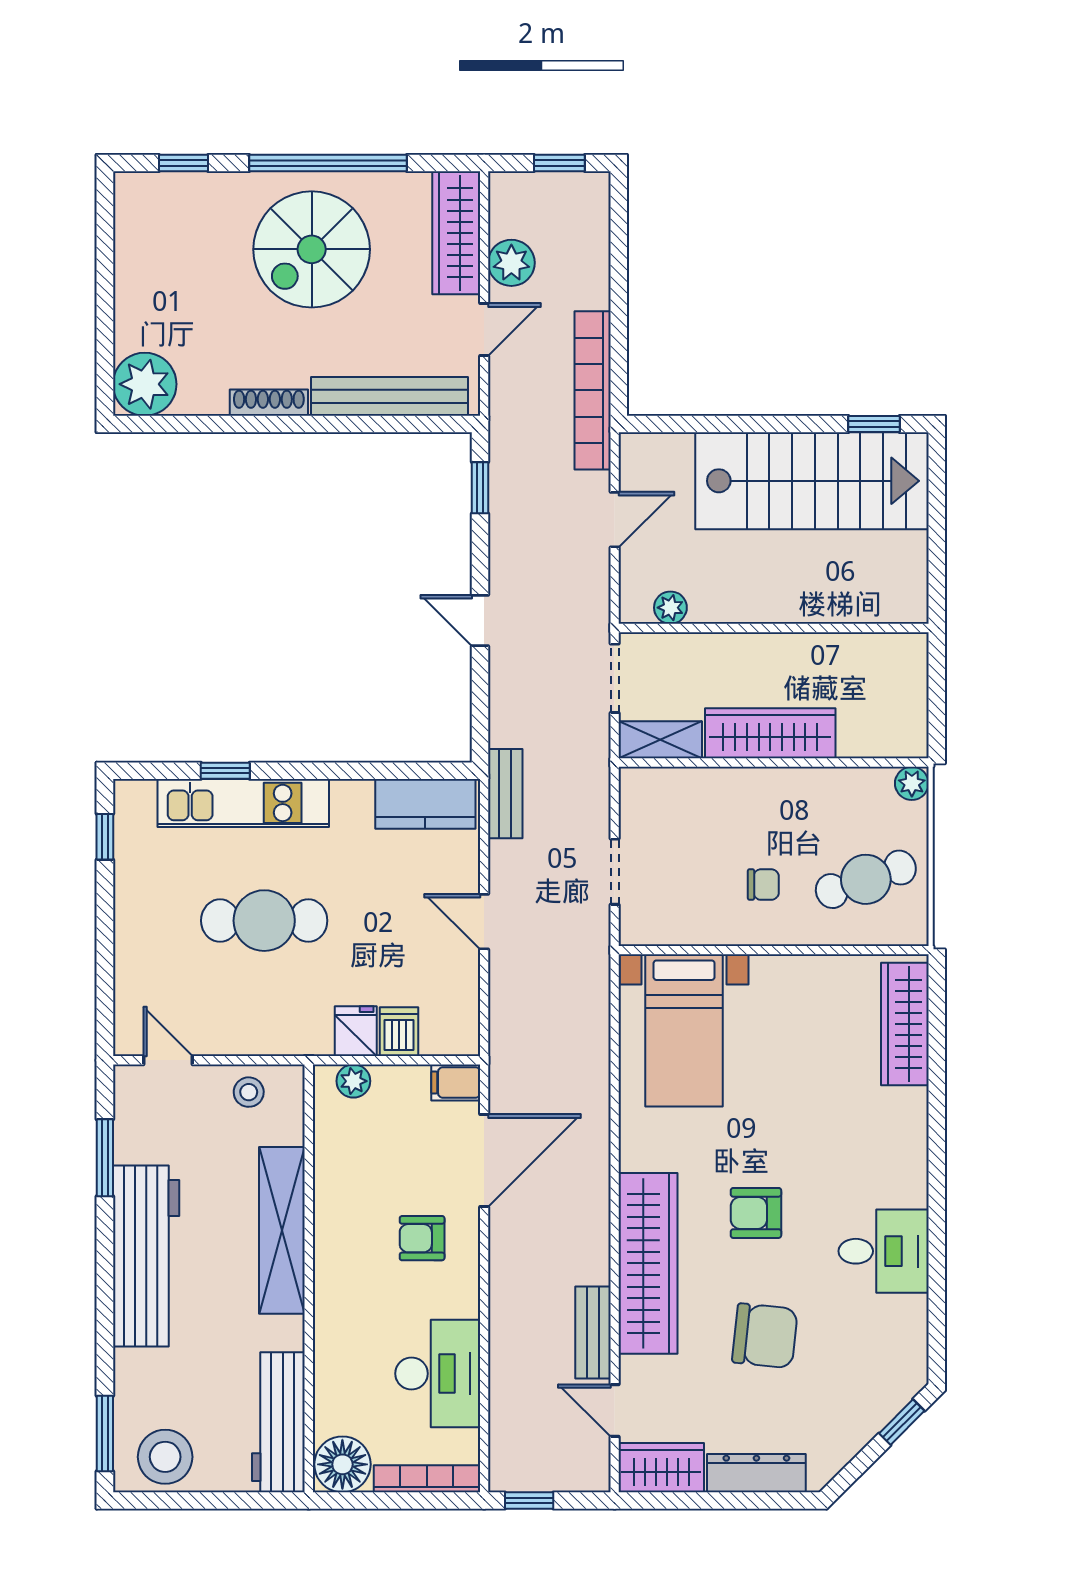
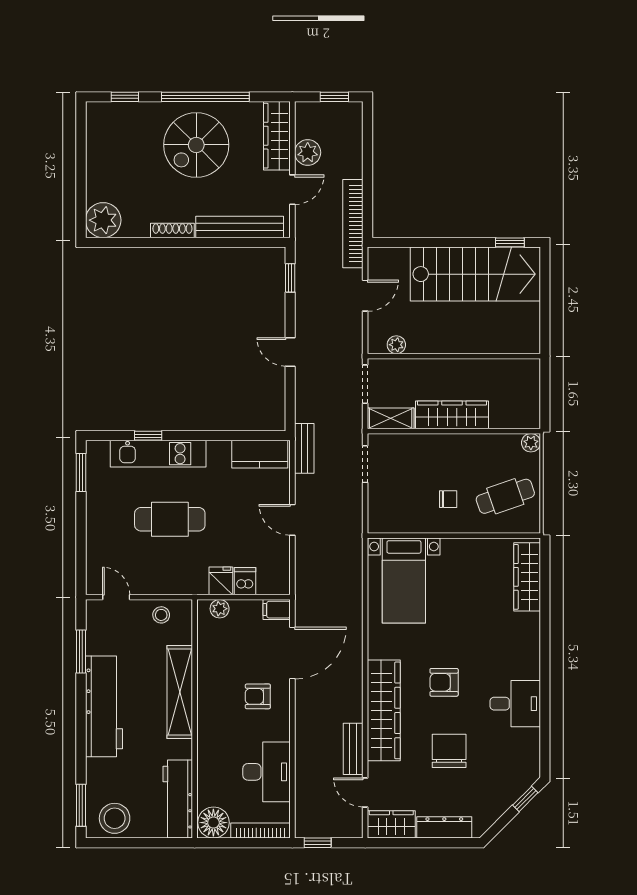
window: (105, 837) -> (81, 473), width x1.50
doorway: (615, 872) -> (365, 464), moved
chair: (765, 1336) -> (449, 751), turned -96

